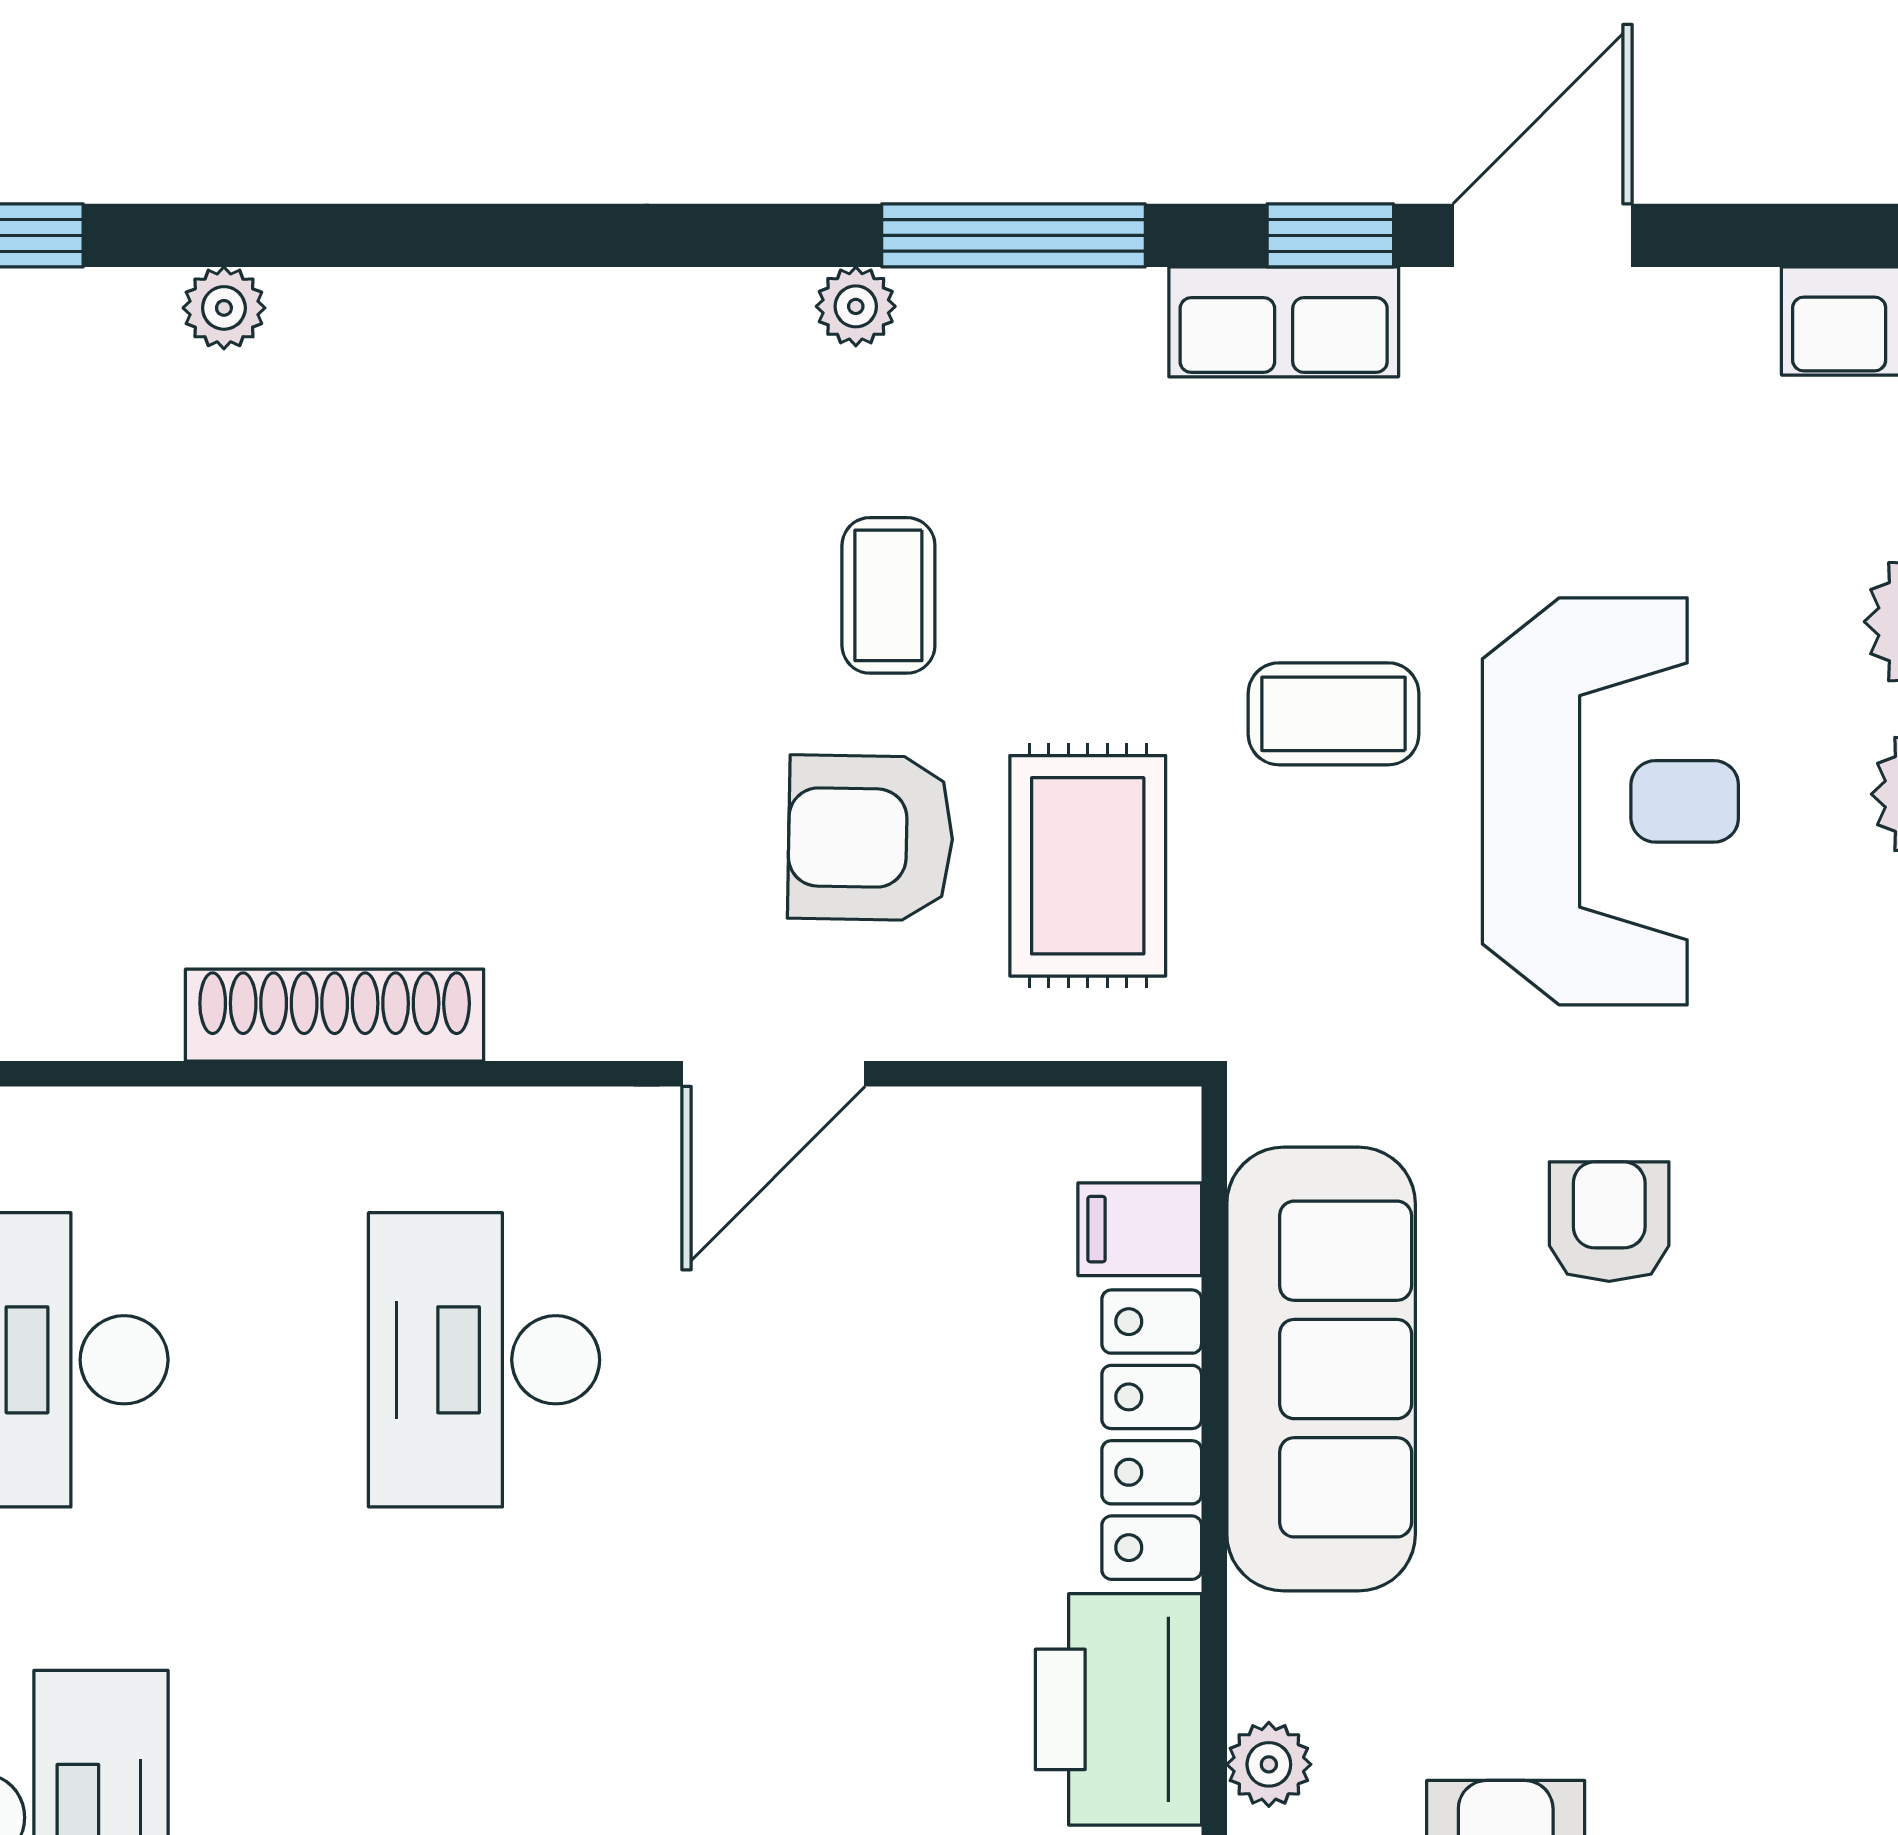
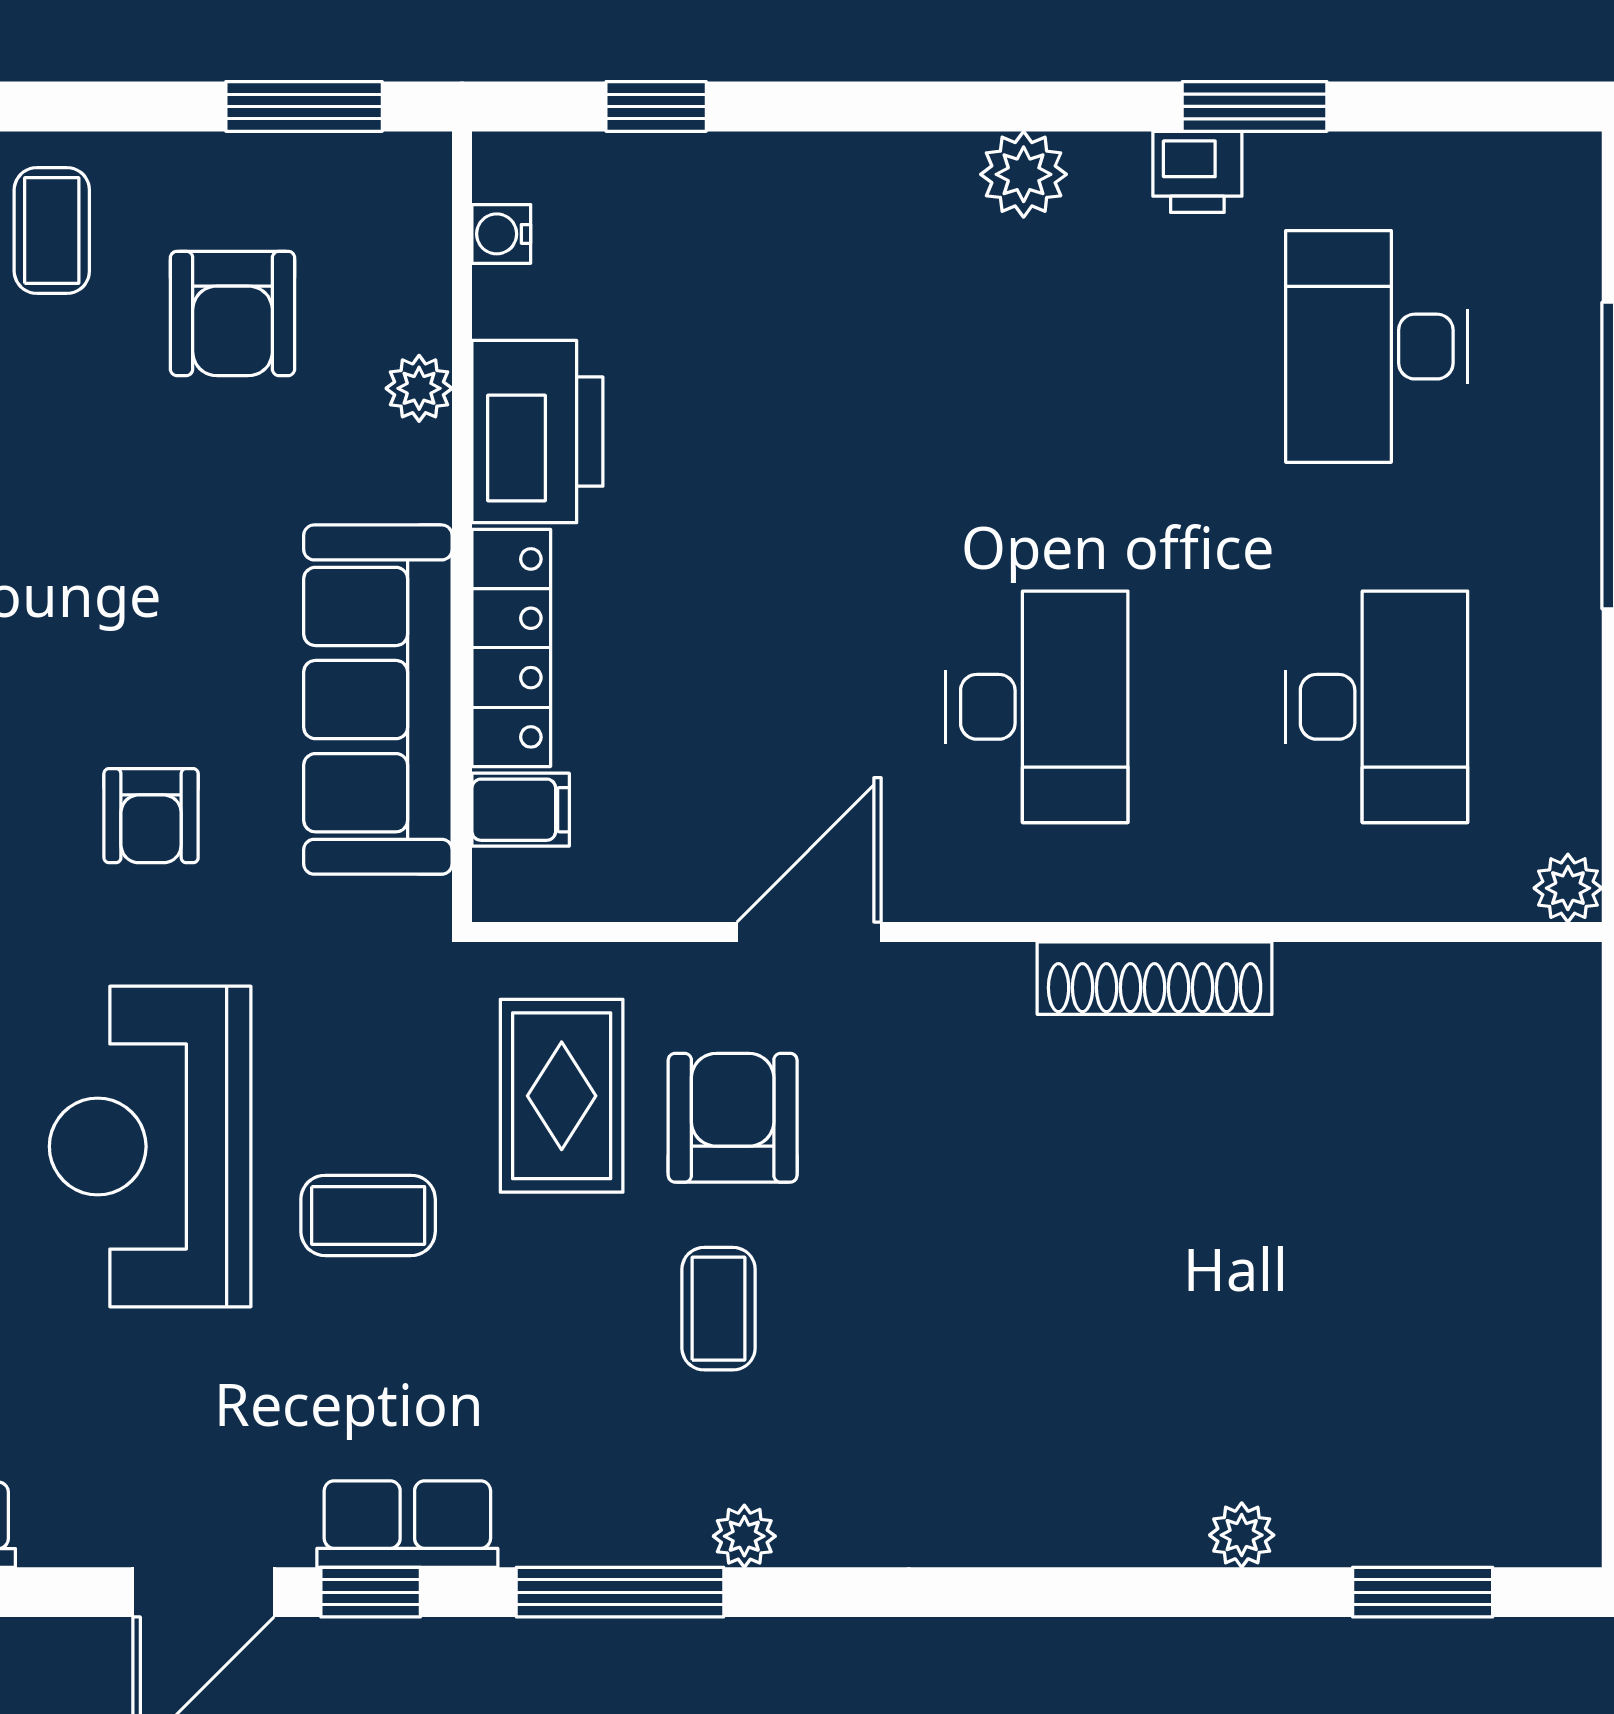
armchair: (871, 838) -> (733, 1118), turned -91

